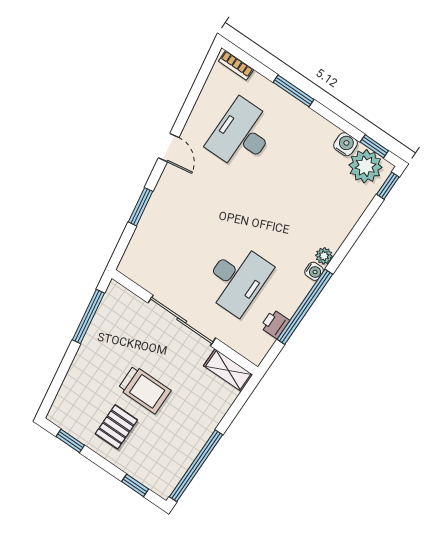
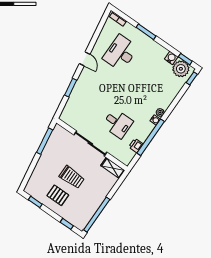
desk: (237, 279) -> (118, 123), width x0.73
pallet: (116, 427) -> (58, 195), turned 90

